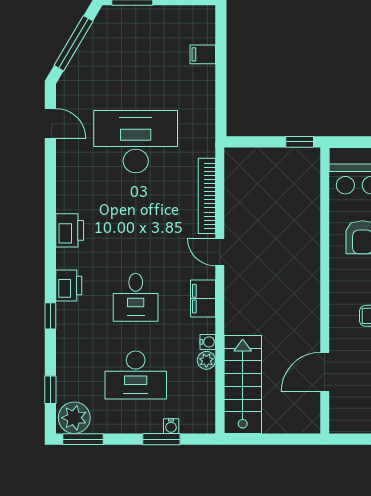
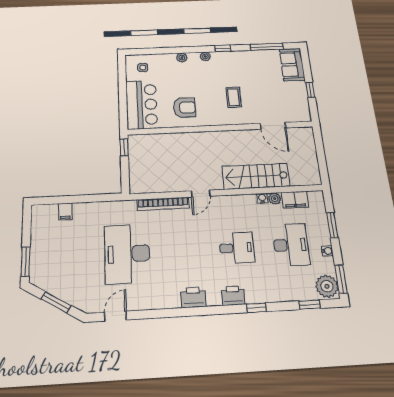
window: (74, 43) -> (56, 302), width x0.69
filing cabinet: (203, 299) -> (295, 200), moved
stairs: (243, 384) -> (256, 176), moved
water cooler: (171, 426) -> (327, 251), moved

